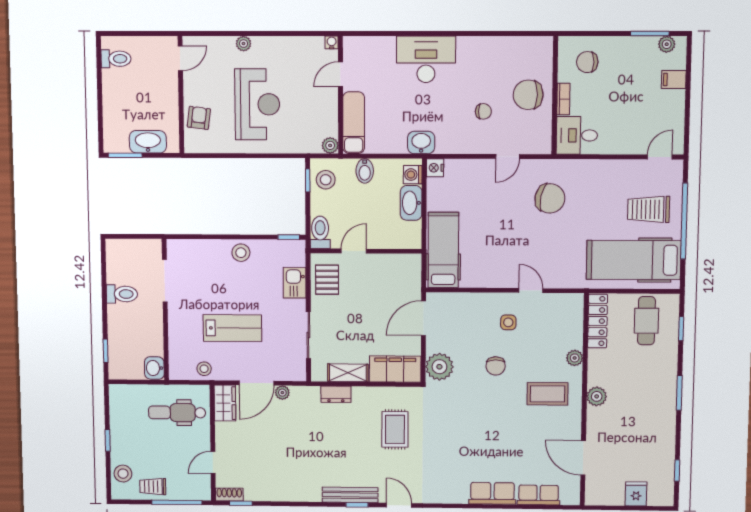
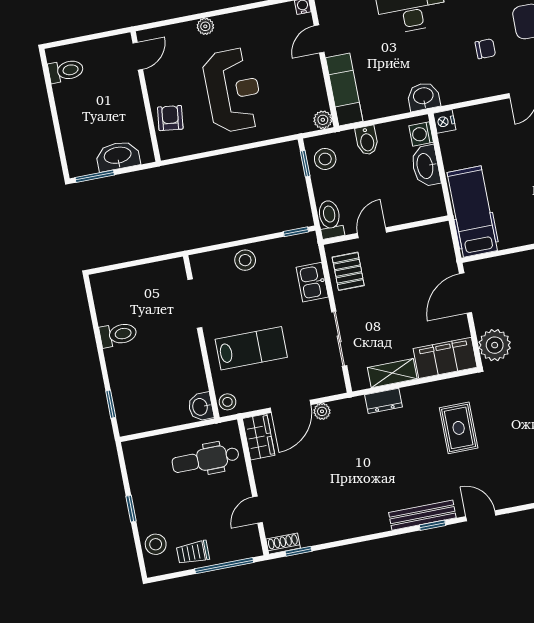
doorway: (165, 281) -> (195, 304), moved
wall: (165, 310) -> (201, 337), moved
washbasin: (154, 368) -> (201, 407), moved

